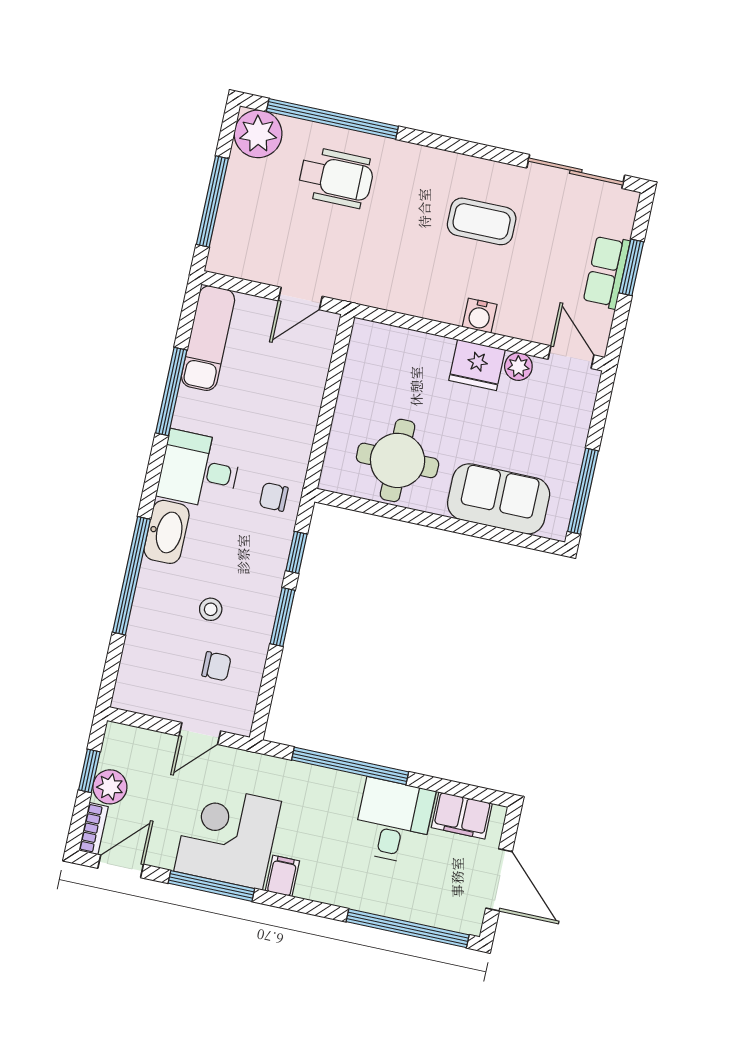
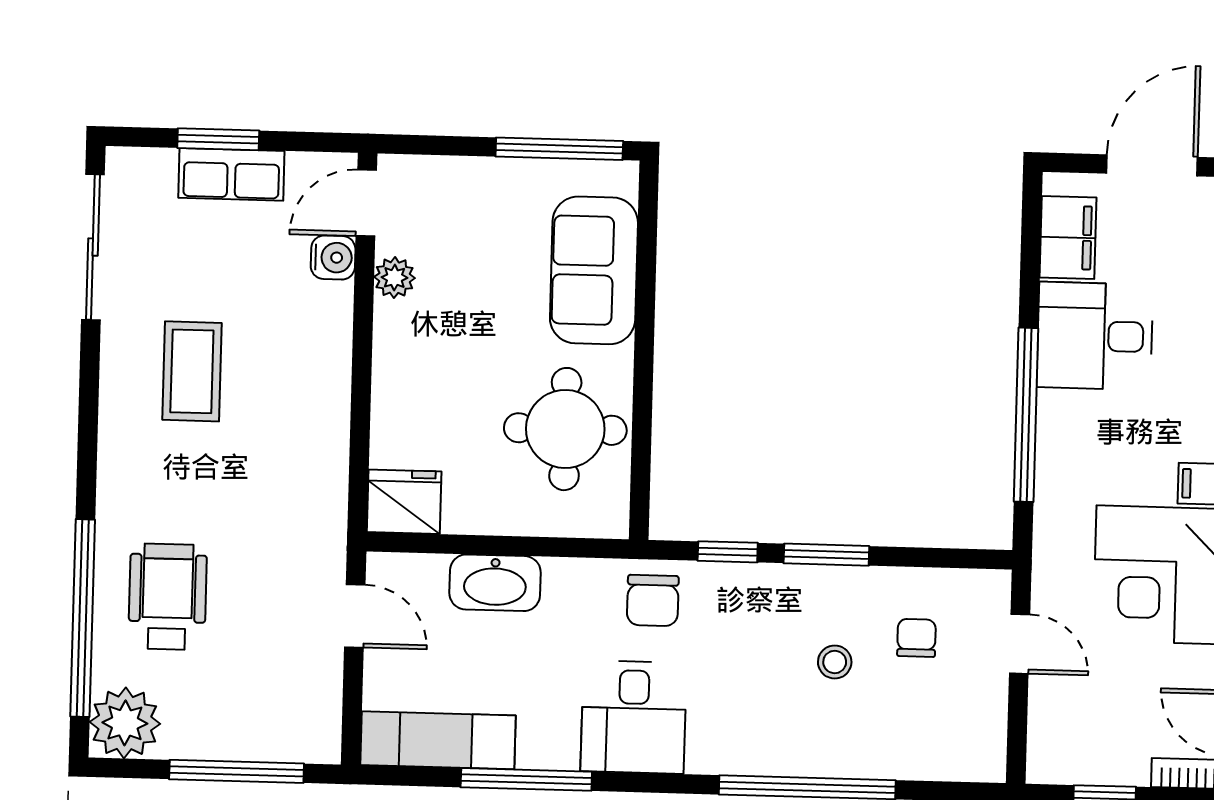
water cooler: (480, 316) -> (333, 257), moved
fridge: (477, 365) -> (404, 502), moved, turned -90
chair: (274, 497) -> (653, 600), width x1.37, depth x1.37
washbasin: (167, 532) -> (495, 583), moved, turned 180
plant: (110, 787) -> (1123, 761), removed

